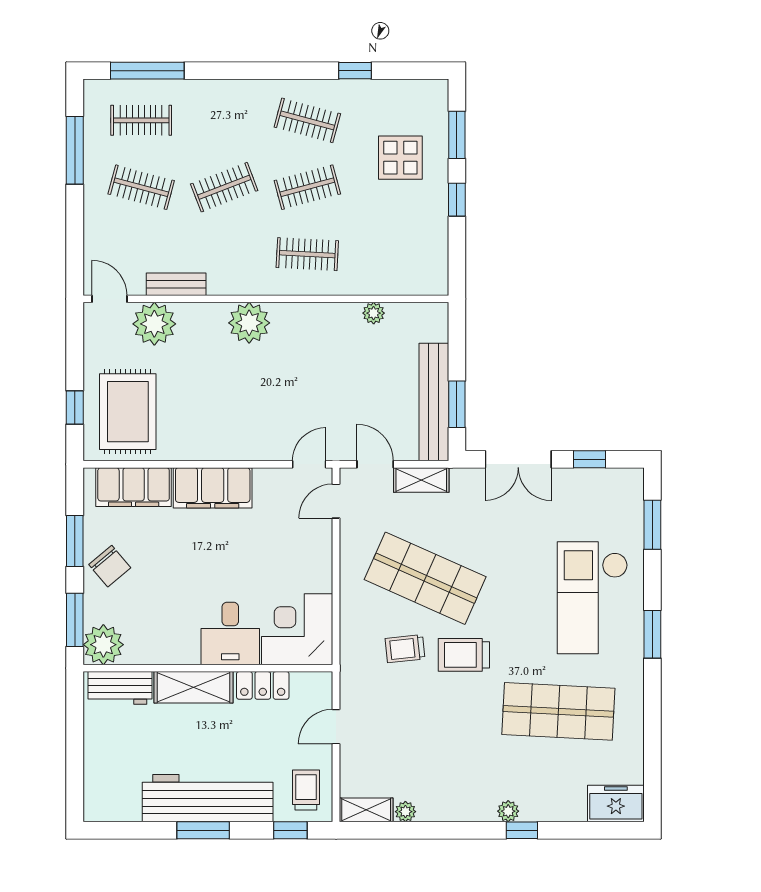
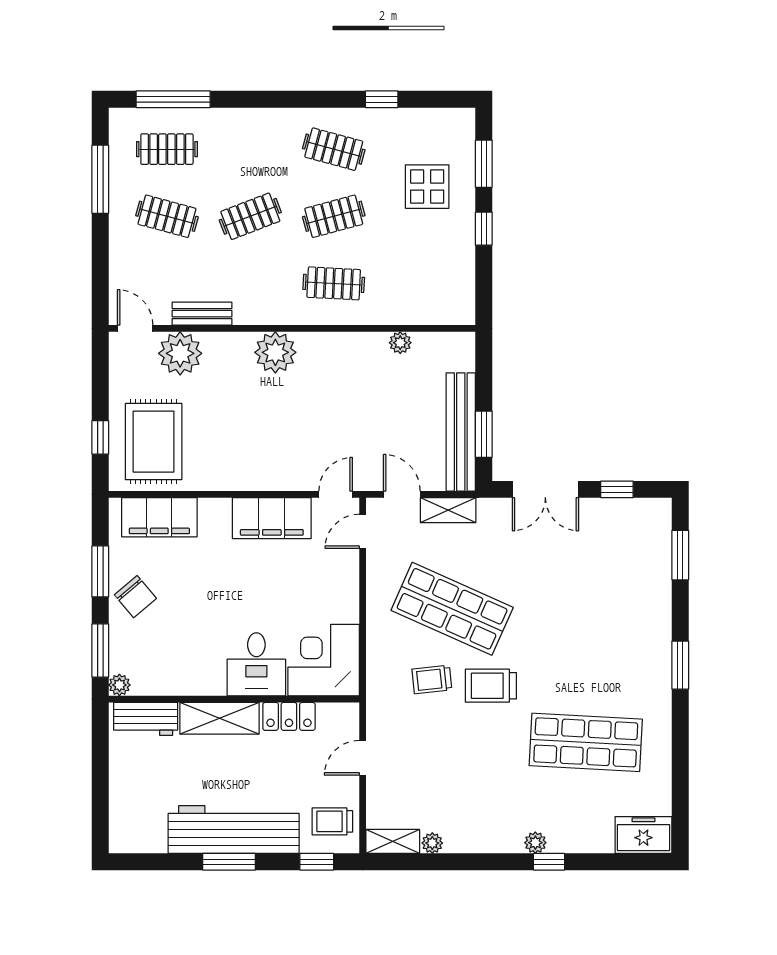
filing cabinet: (213, 488) -> (272, 518), moved
checkout: (592, 598) -> (620, 628), removed
plant: (103, 645) -> (119, 685), width x0.53, depth x0.53
trolley: (306, 790) -> (332, 821), turned -90

